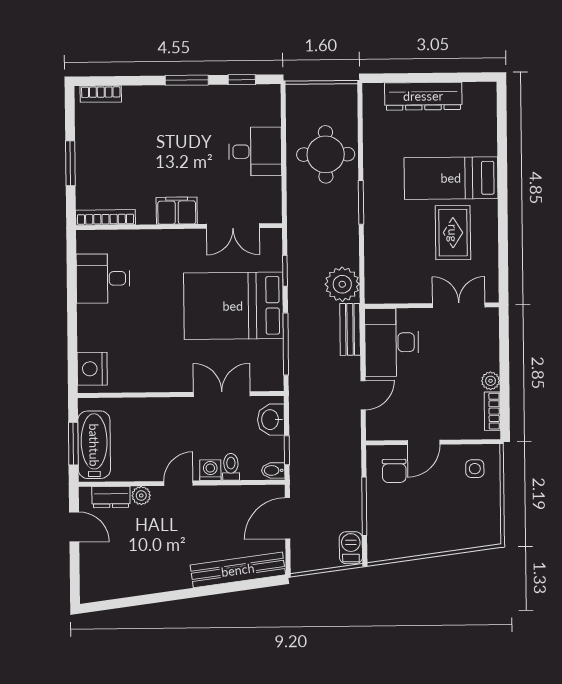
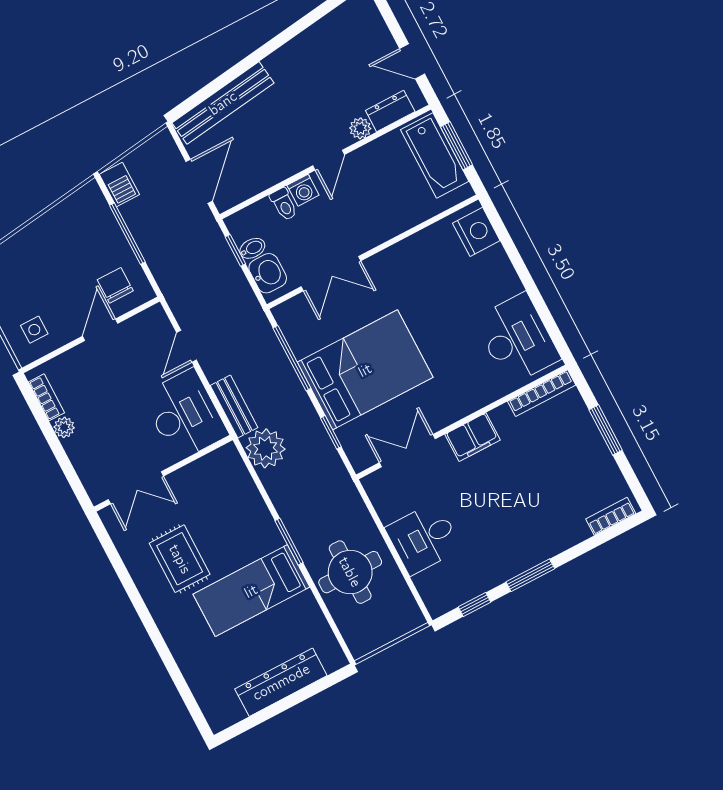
bed: (451, 178) -> (251, 591), moved, turned 180
desk: (103, 278) -> (517, 339), width x1.37
bidet: (273, 470) -> (252, 248), moved

